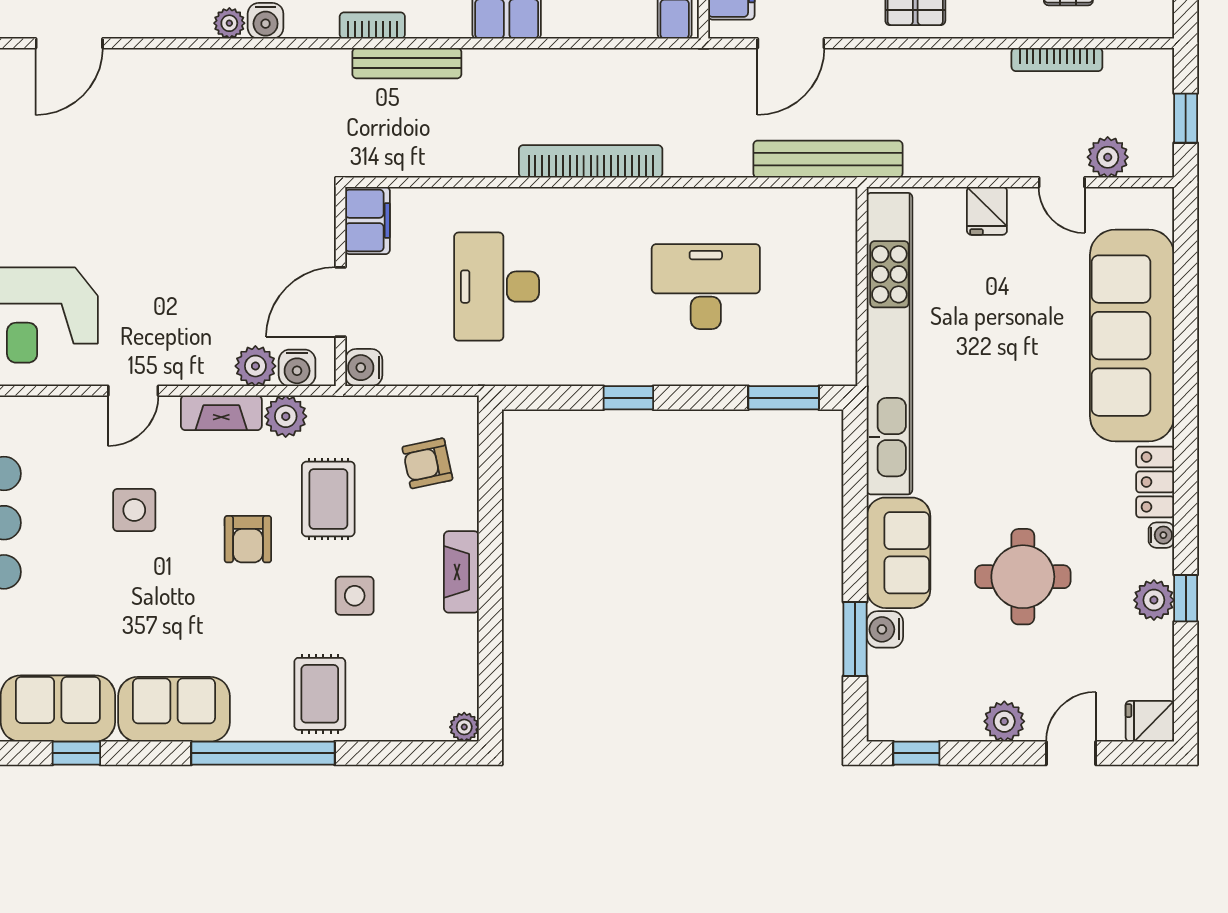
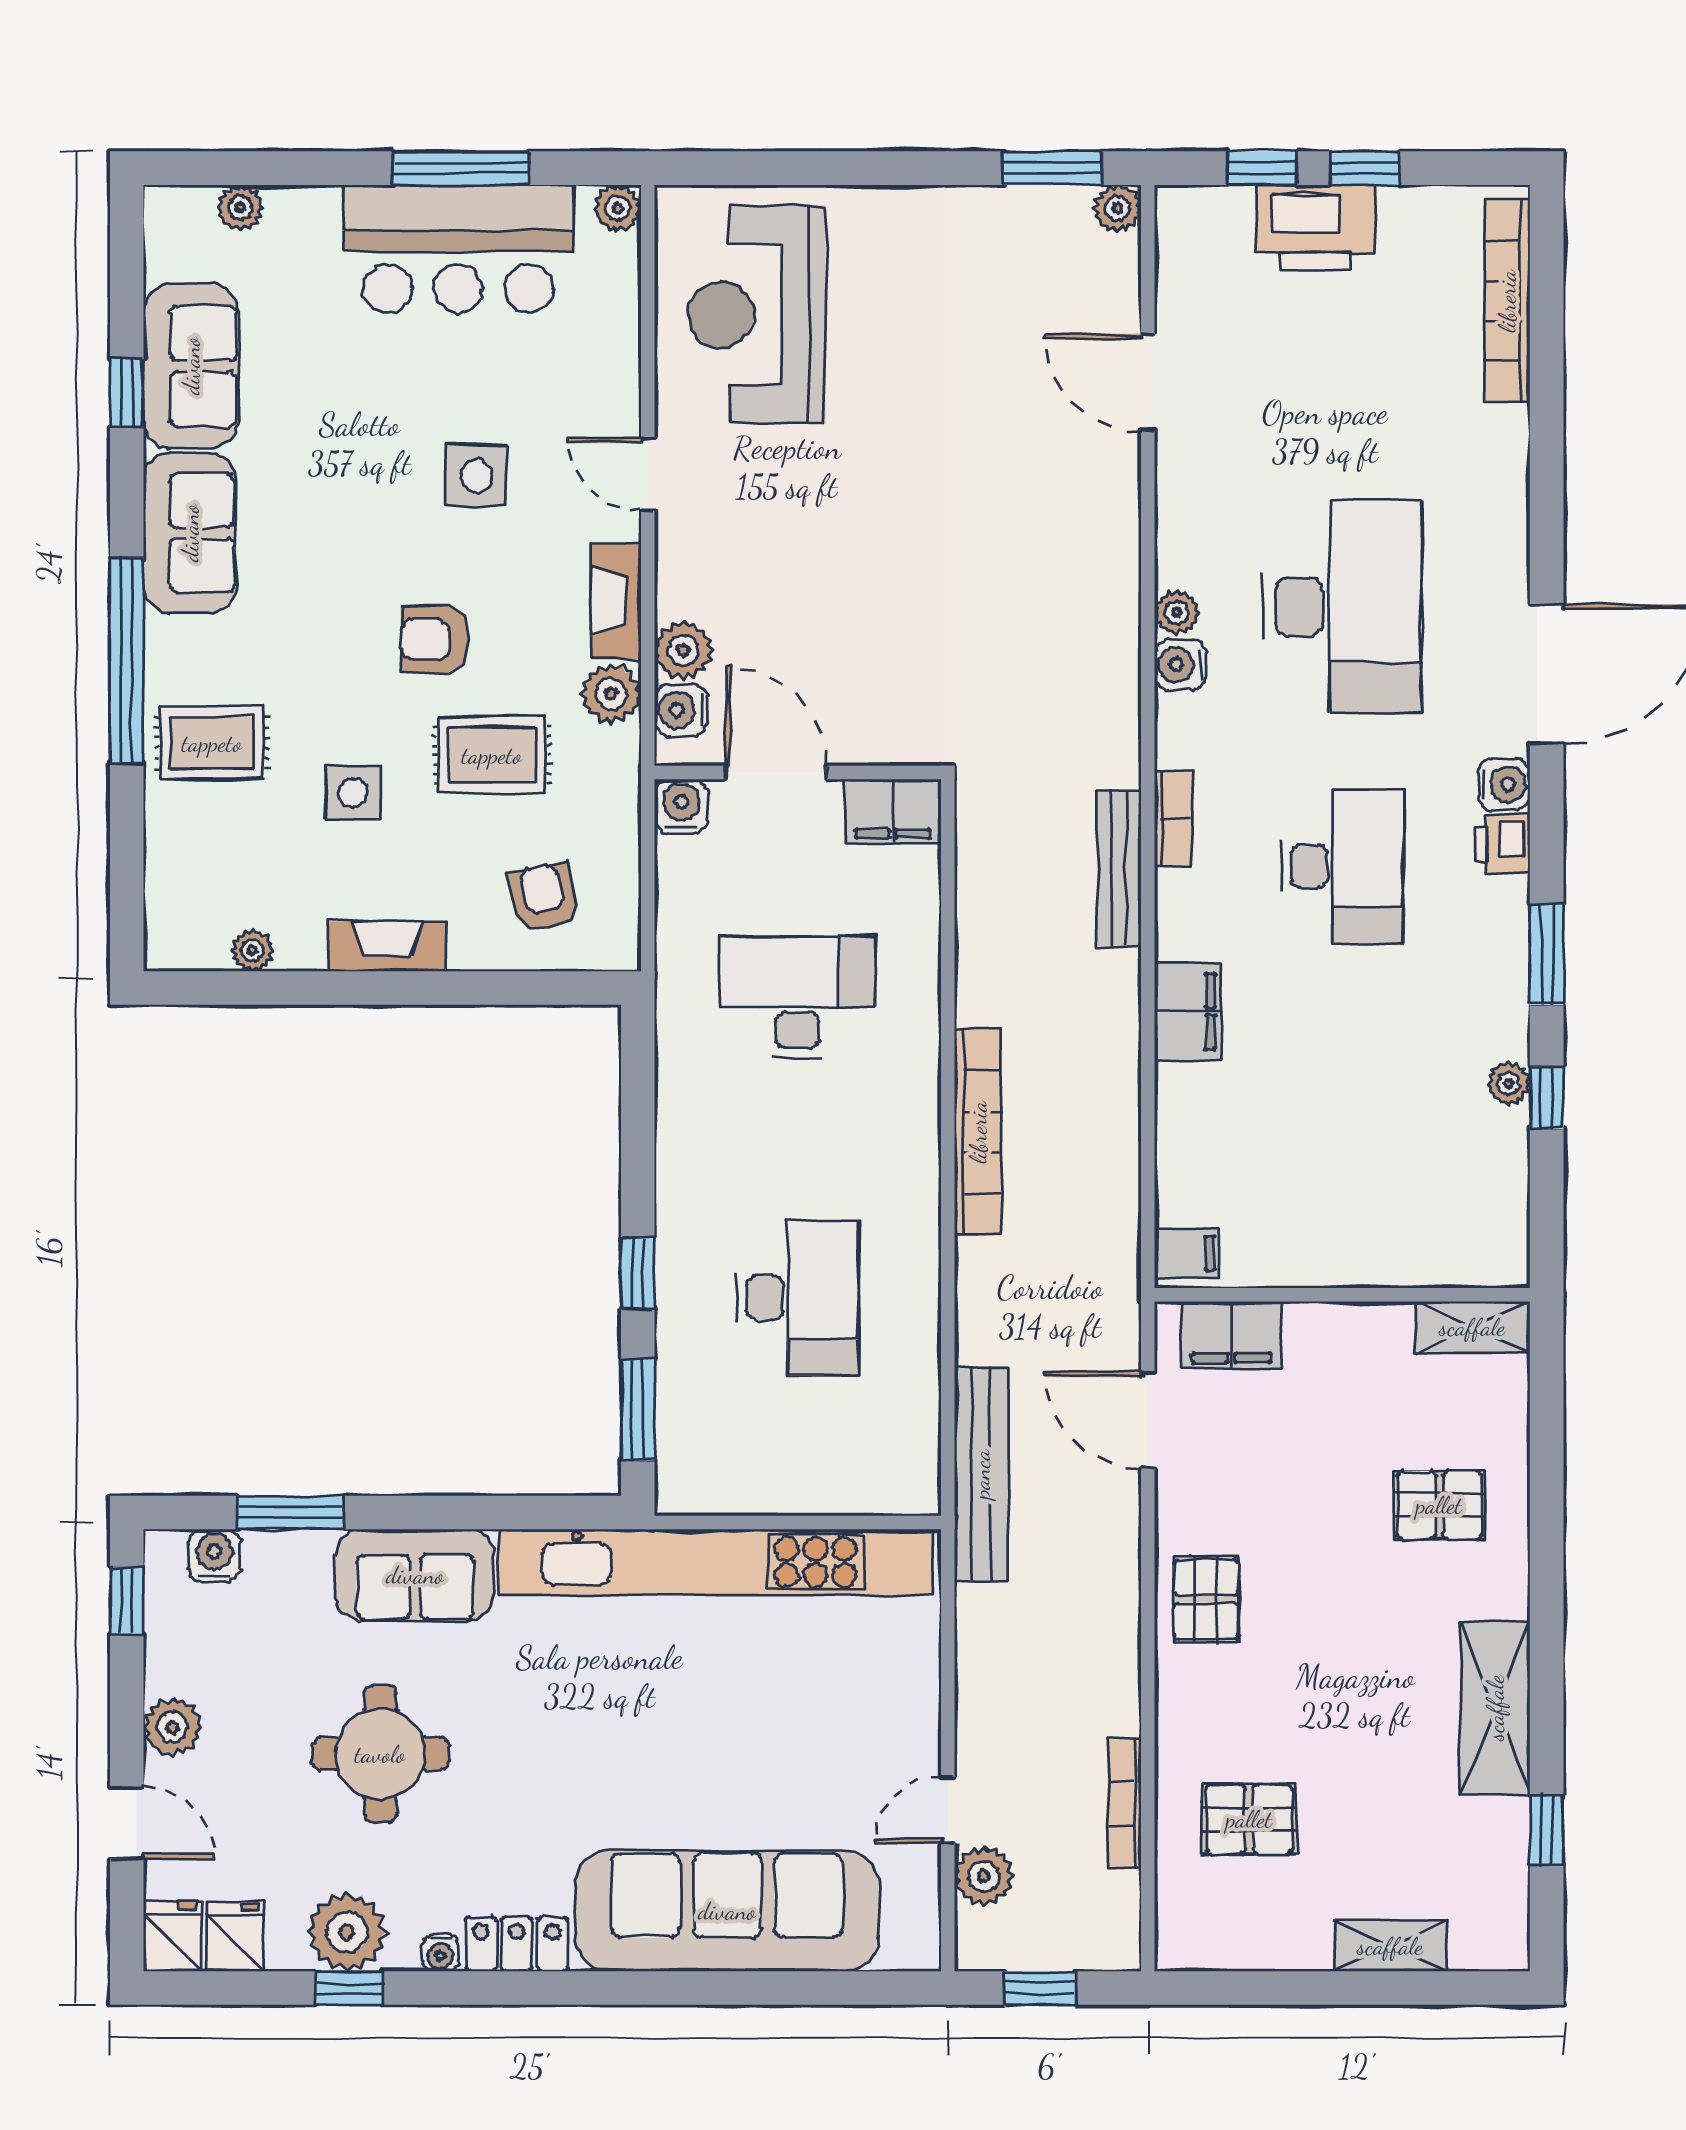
fridge: (987, 211) -> (235, 1937), moved, turned 90
window: (628, 398) -> (638, 1273), moved
plant: (1154, 600) -> (347, 1932), width x1.36, depth x1.36
water cooler: (885, 629) -> (214, 1555), moved
plant: (464, 727) -> (252, 951), moved

